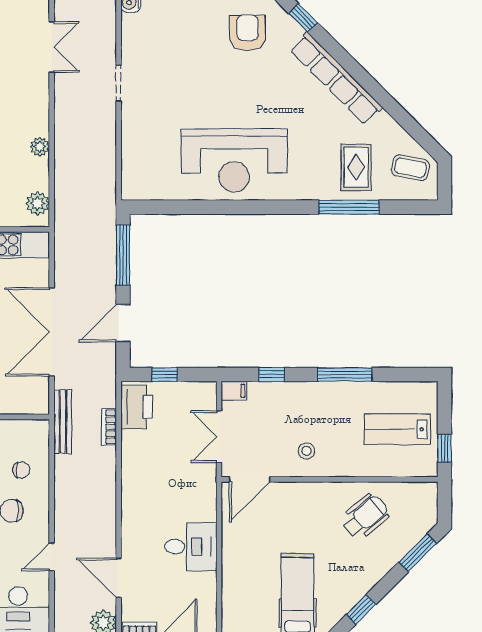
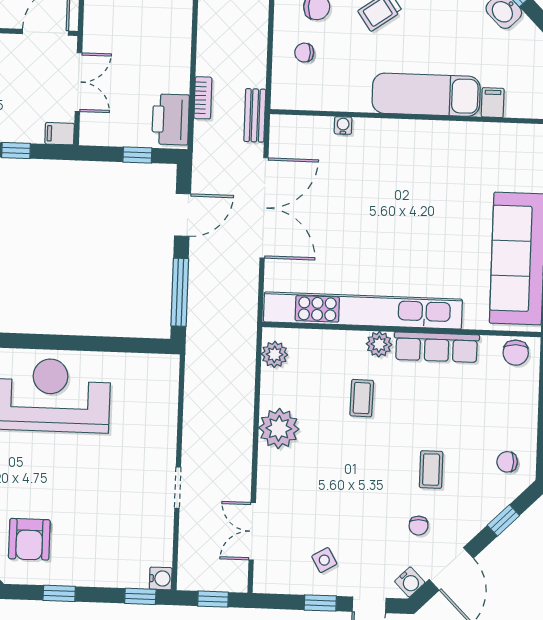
plant: (40, 147) -> (279, 428), width x1.88, depth x1.88
bench: (63, 422) -> (255, 115), width x0.73

